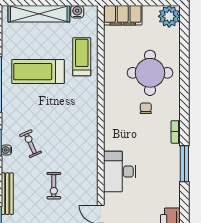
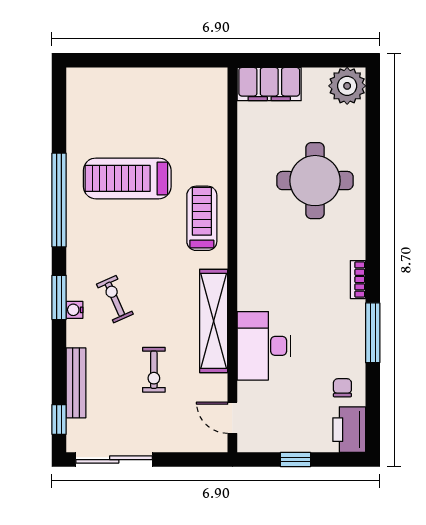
water cooler: (77, 12) -> (193, 78), removed
shelving: (39, 14) -> (214, 321), moved, turned 90
treadmill: (82, 57) -> (202, 218), moved
chair: (146, 108) -> (342, 388), moved

